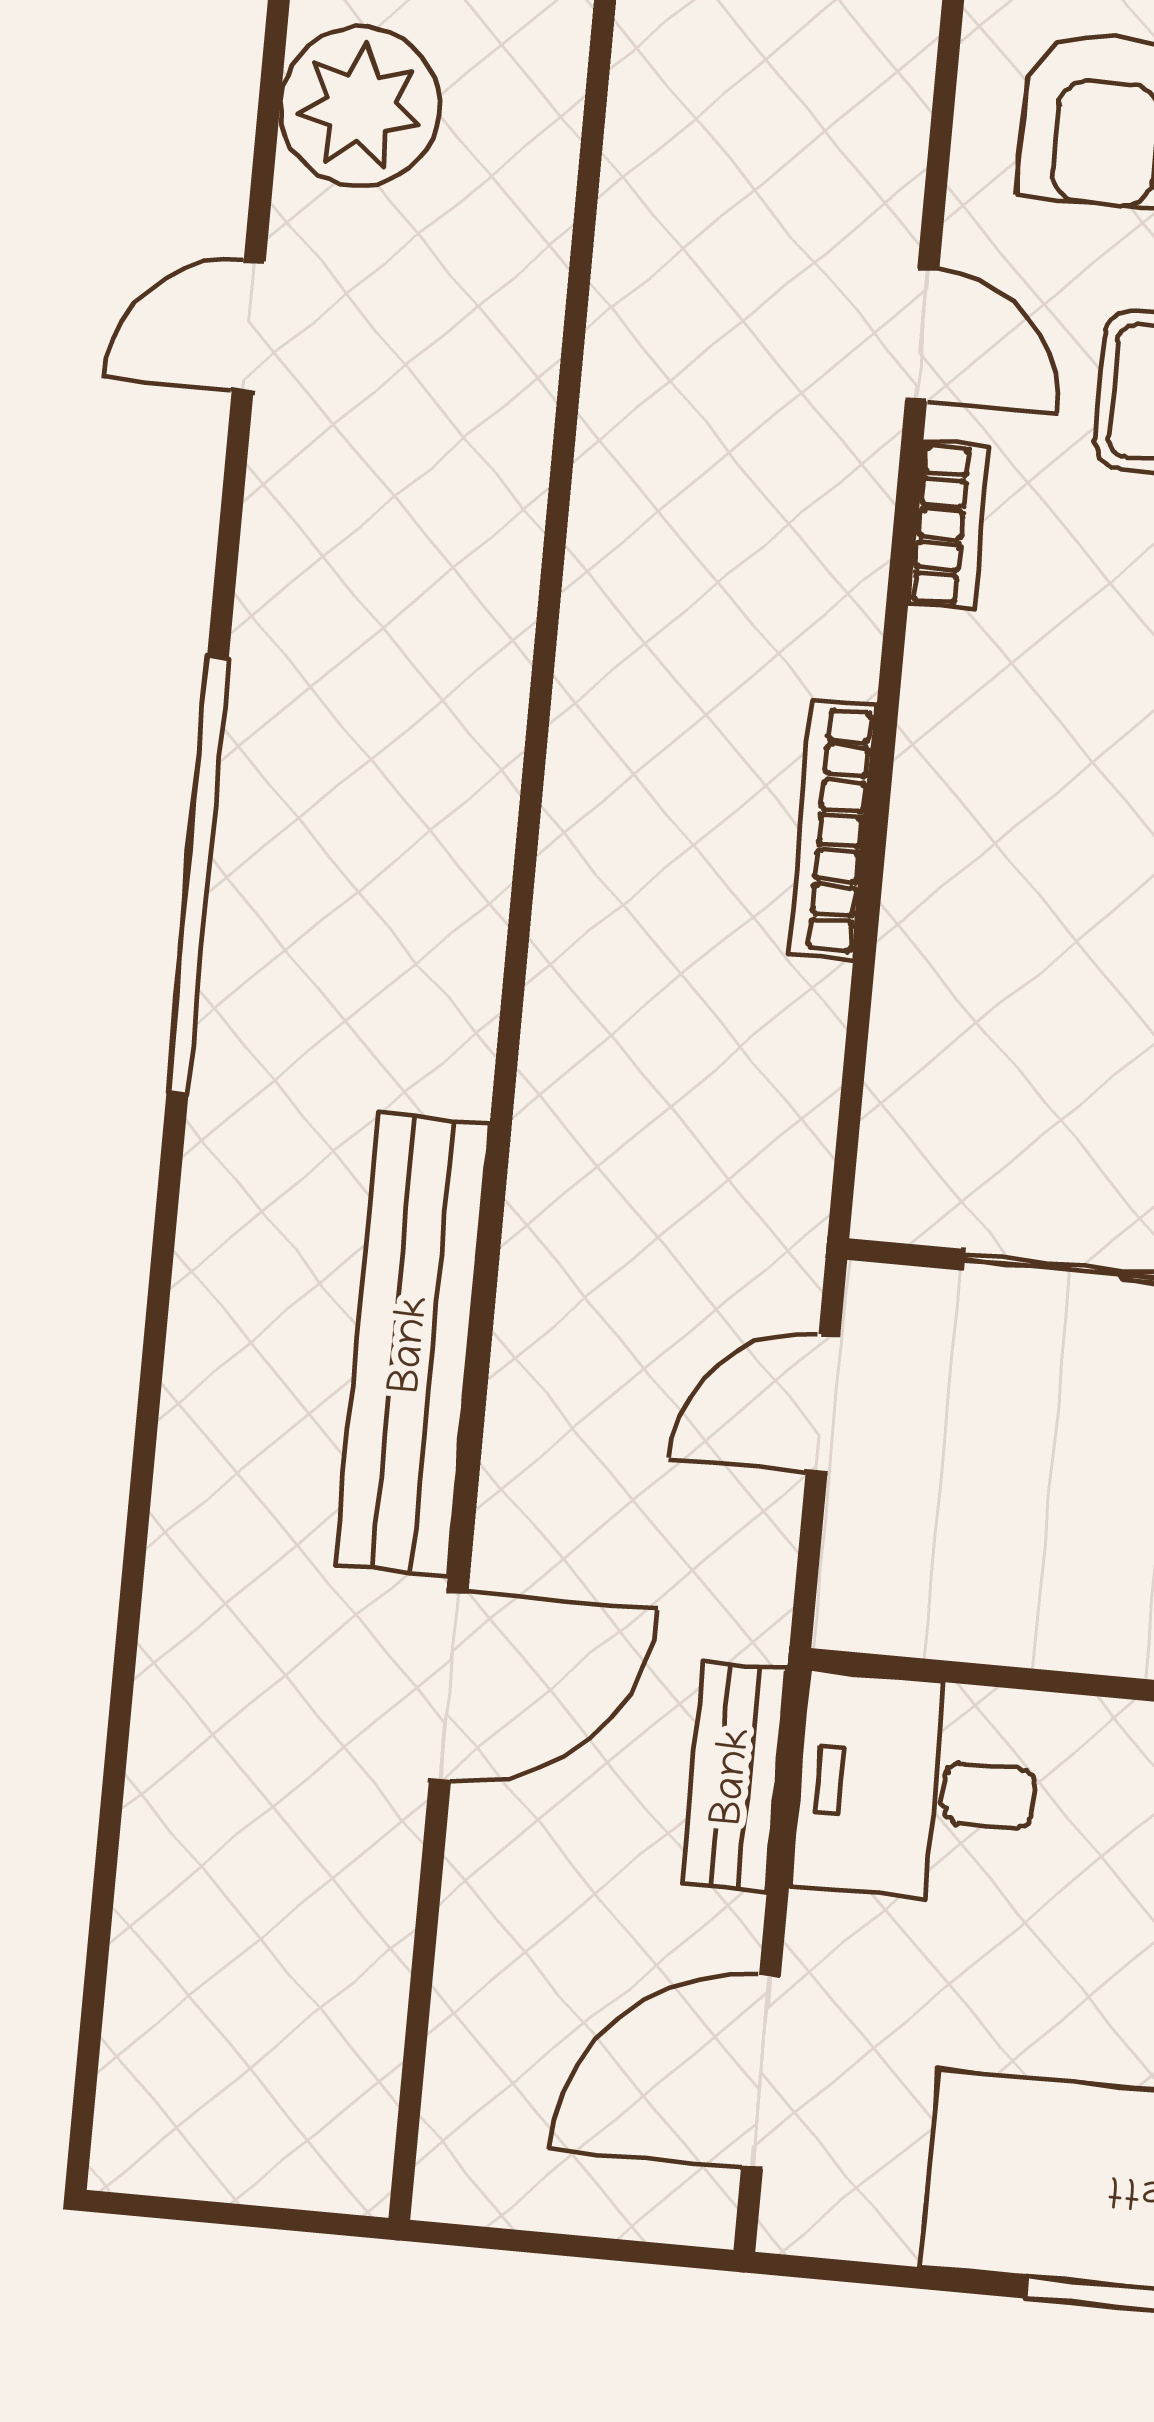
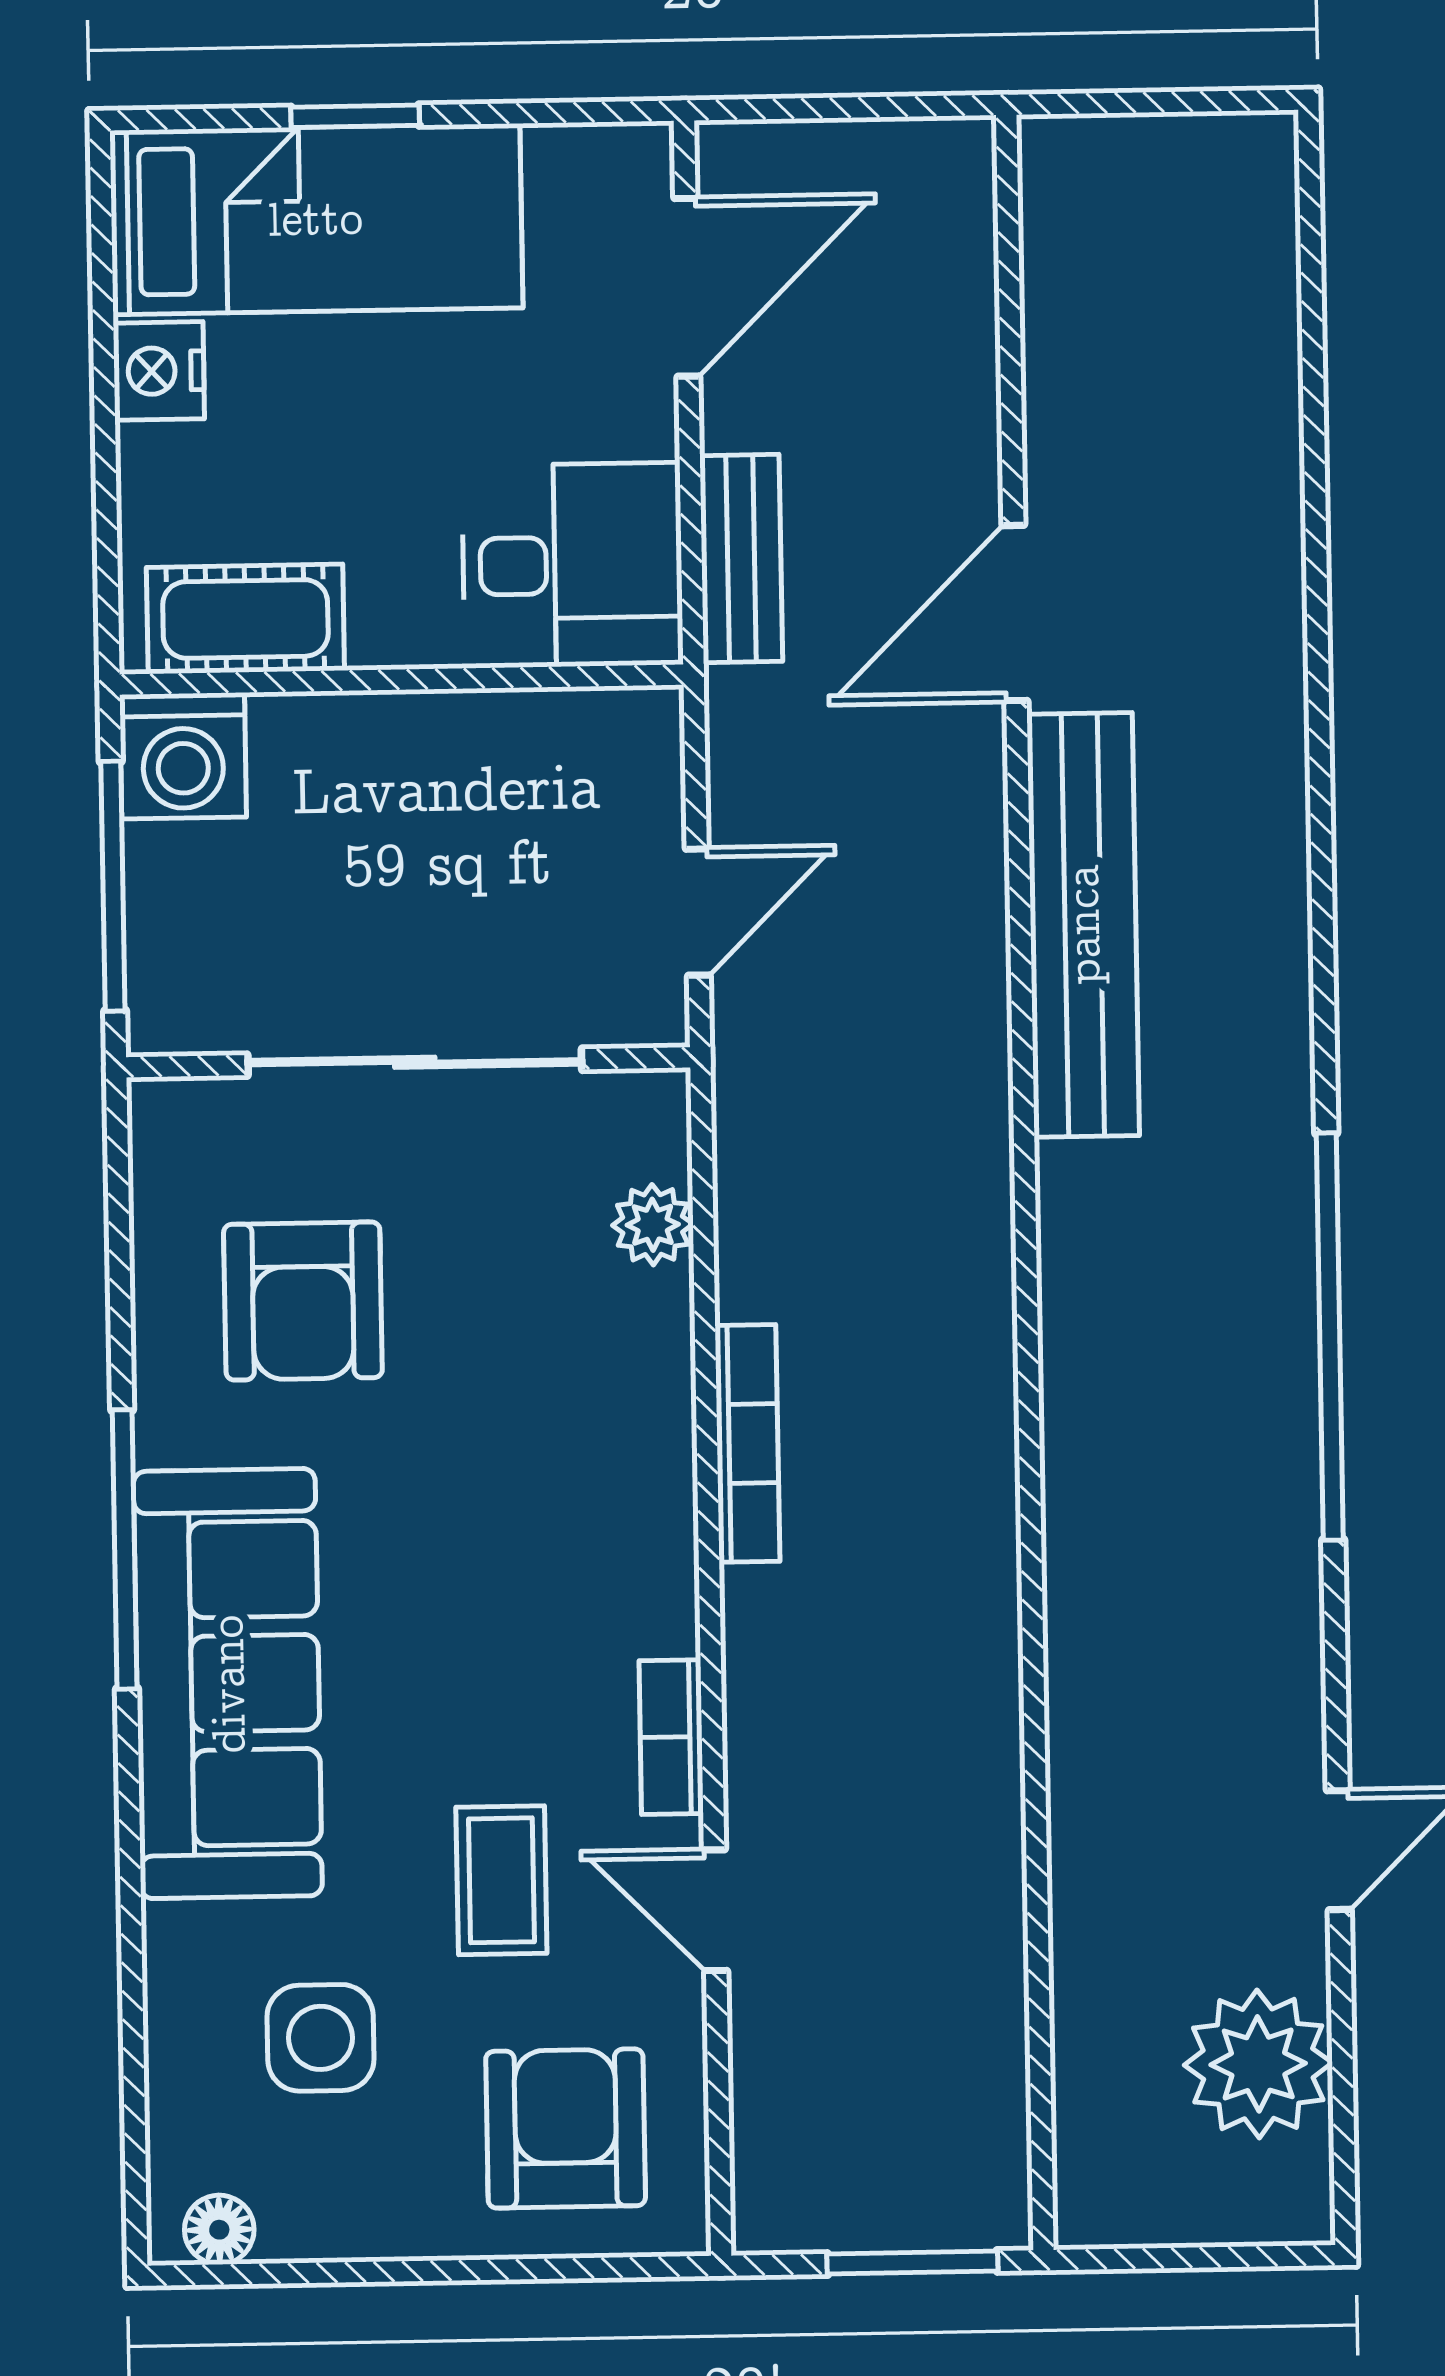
plant: (908, 1075) -> (653, 1225), added

